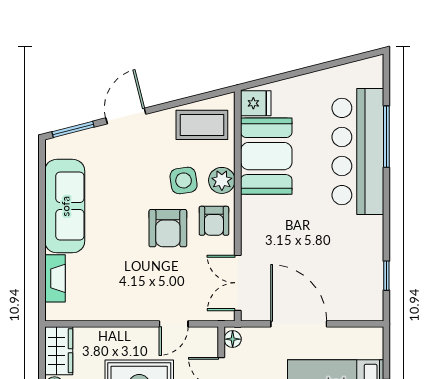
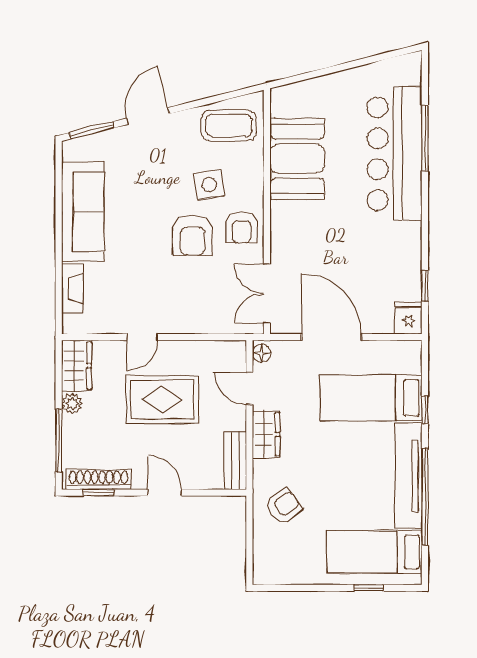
fridge: (256, 103) -> (408, 318), moved, turned -90
plant: (222, 180) -> (250, 185), removed
door: (174, 324) -> (142, 337), moved

